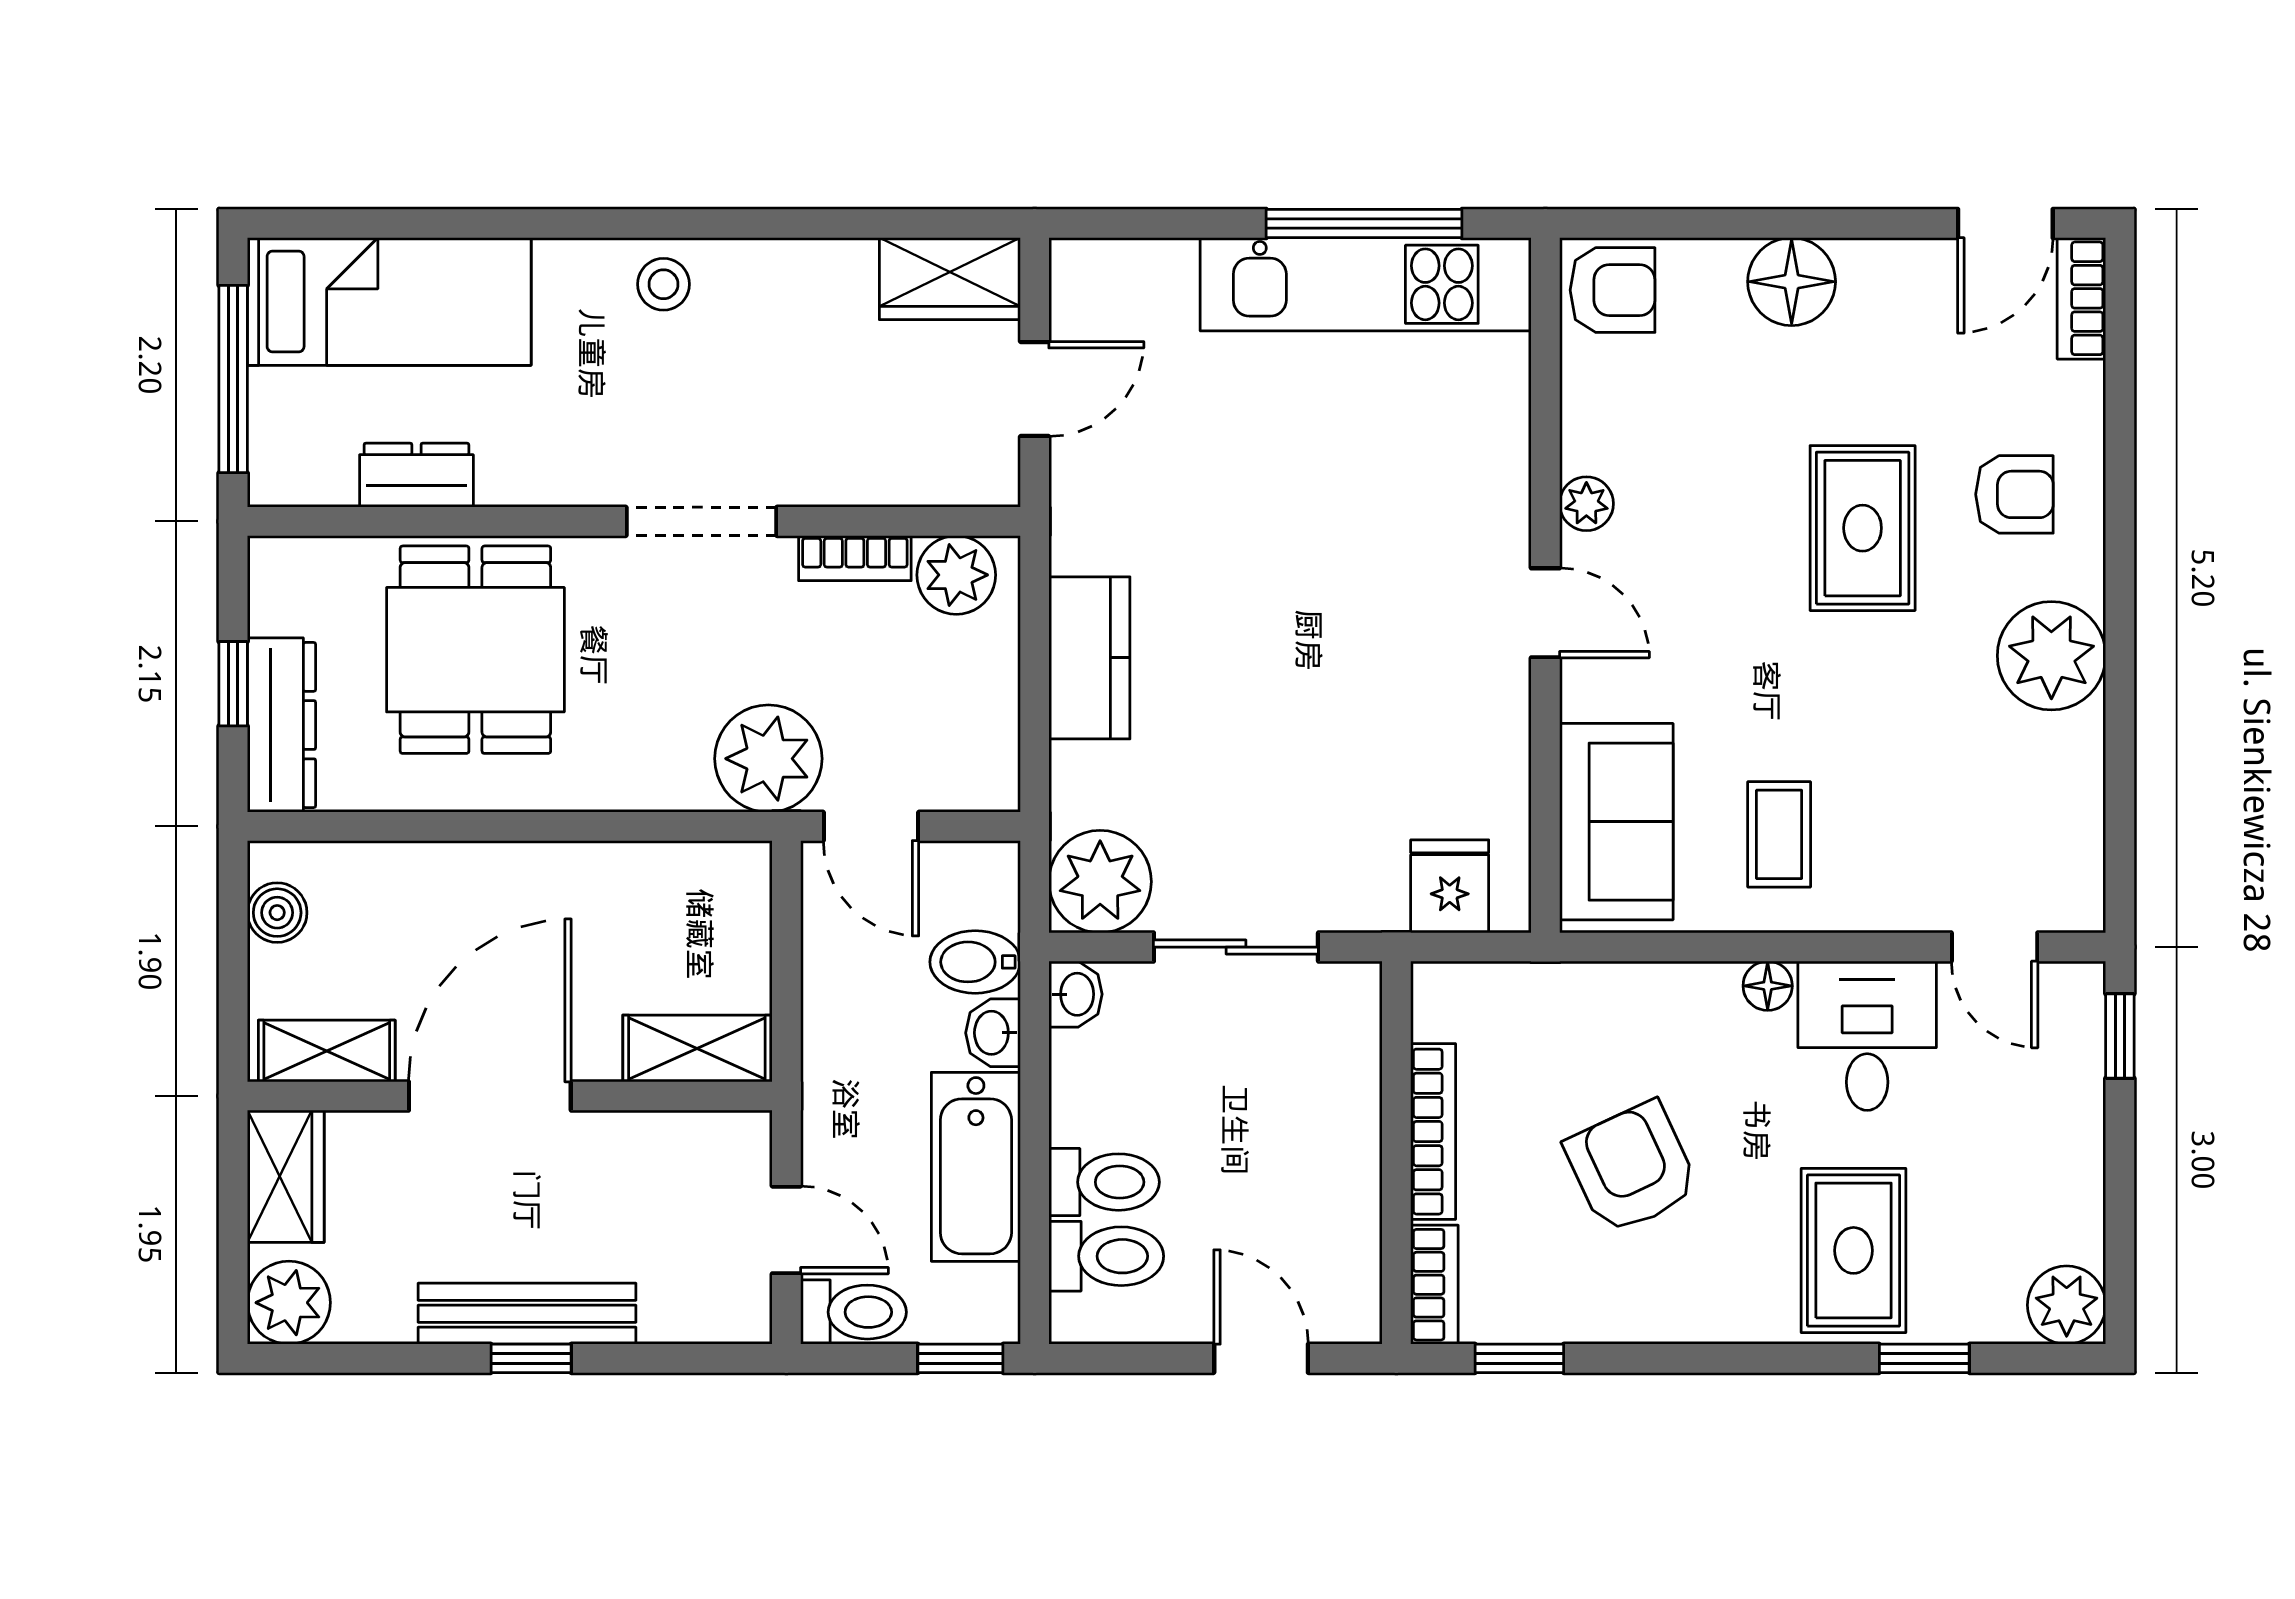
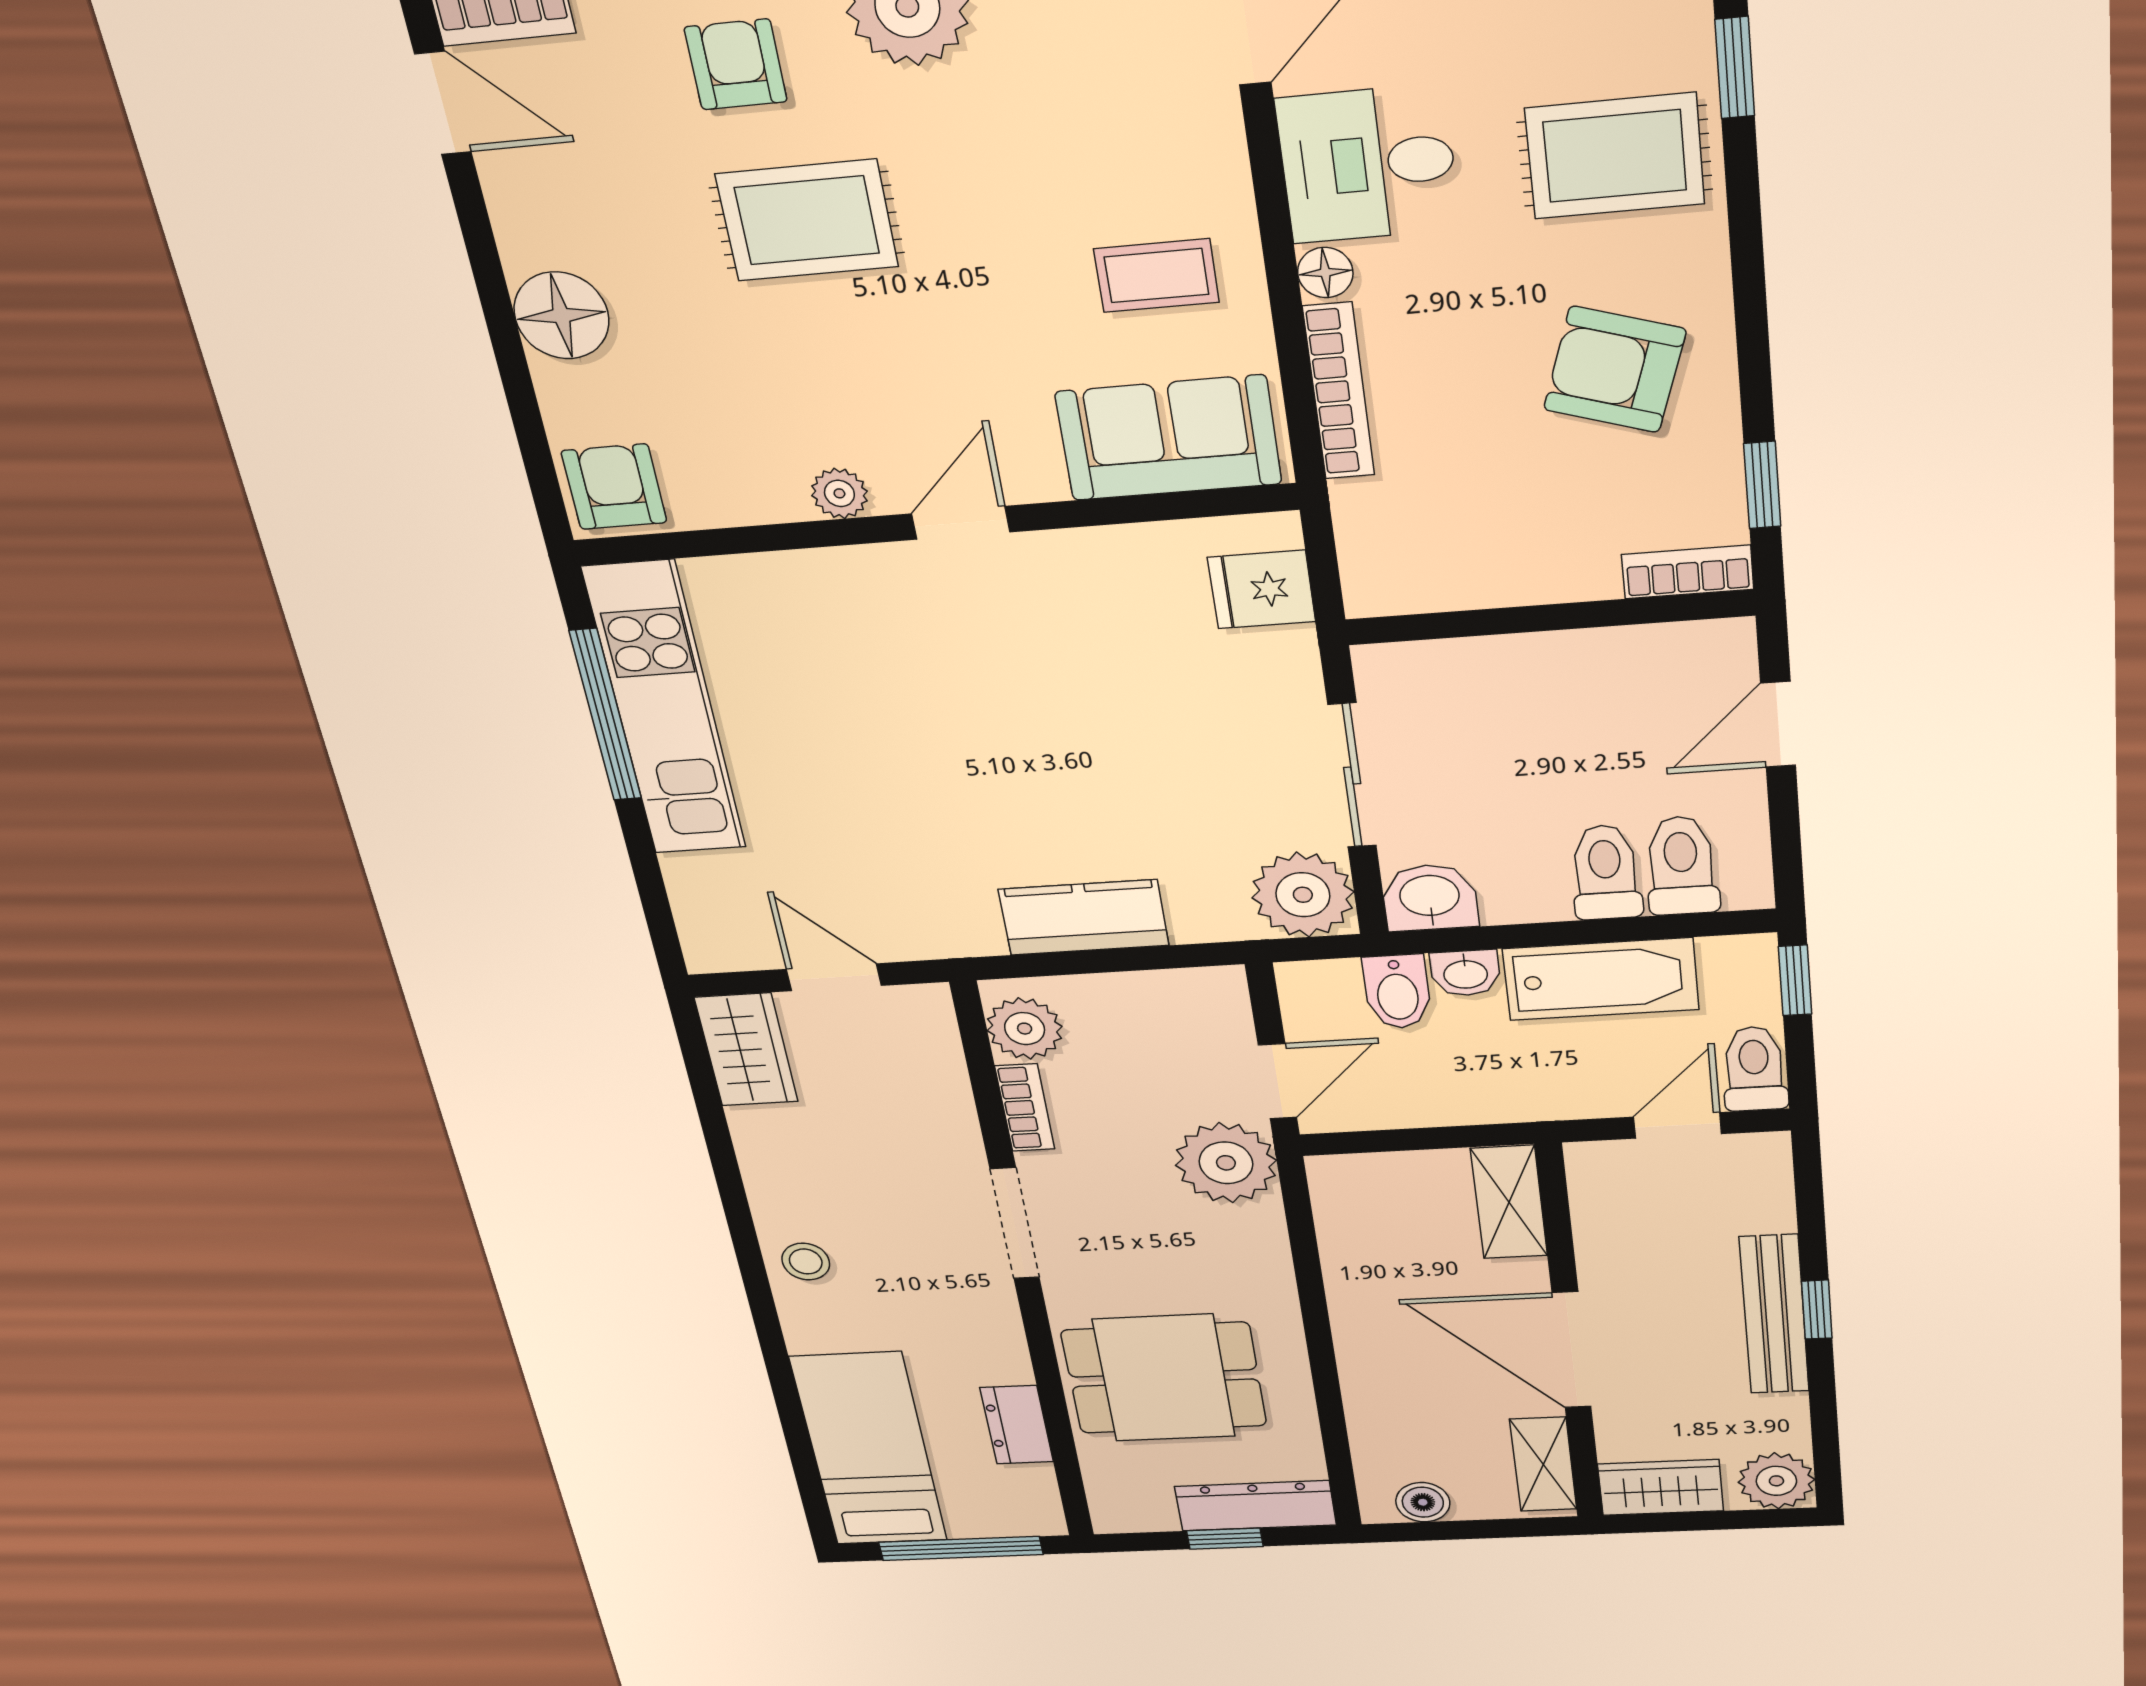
washbasin: (1076, 994) -> (1430, 897), width x1.38, depth x1.45
bookcase: (1433, 1132) -> (1339, 391), moved, turned 90
armchair: (1632, 1168) -> (1615, 370), moved, turned 43

